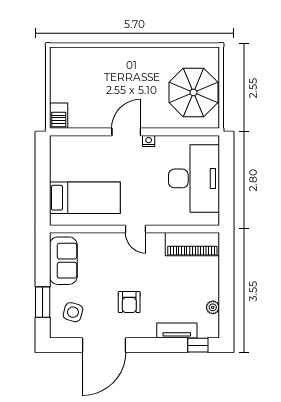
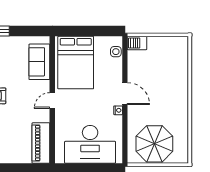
side table: (70, 144) -> (116, 52), added
bed: (85, 198) -> (76, 63), width x1.50
sofa: (63, 261) -> (39, 62), moved, turned 90

